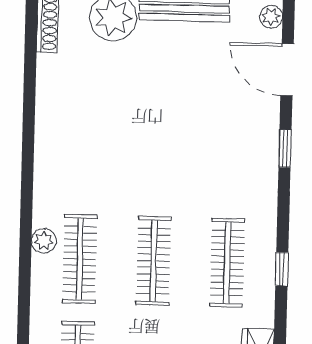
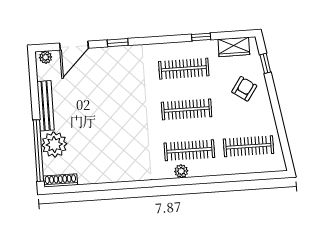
window: (282, 269) -> (201, 37), moved

